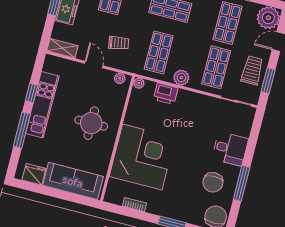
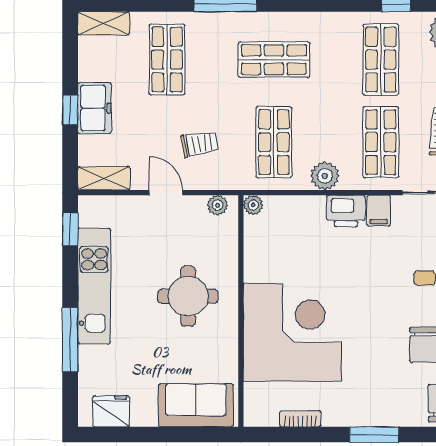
window: (31, 93) -> (70, 229), moved
printer: (166, 94) -> (346, 211), moved
filing cabinet: (205, 104) -> (379, 211), added
sofa: (73, 181) -> (196, 405), width x0.73

